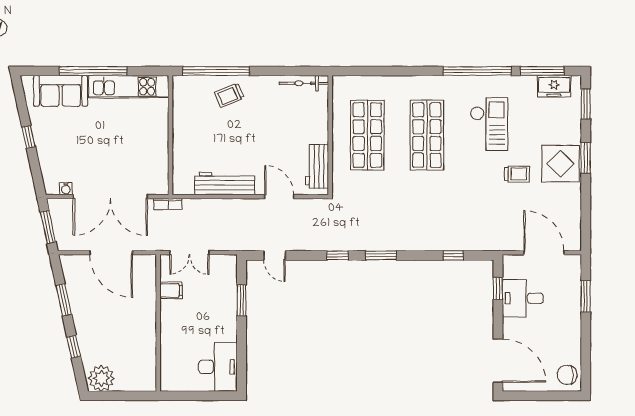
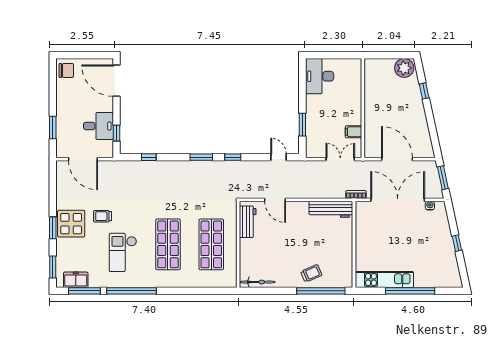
sofa: (61, 91) -> (434, 276), removed
workbench: (225, 184) -> (331, 209), moved
window: (64, 300) -> (432, 125), removed

